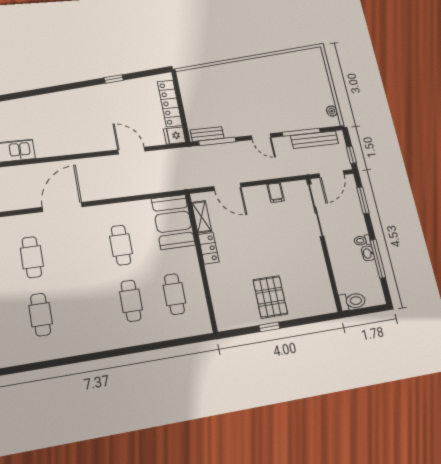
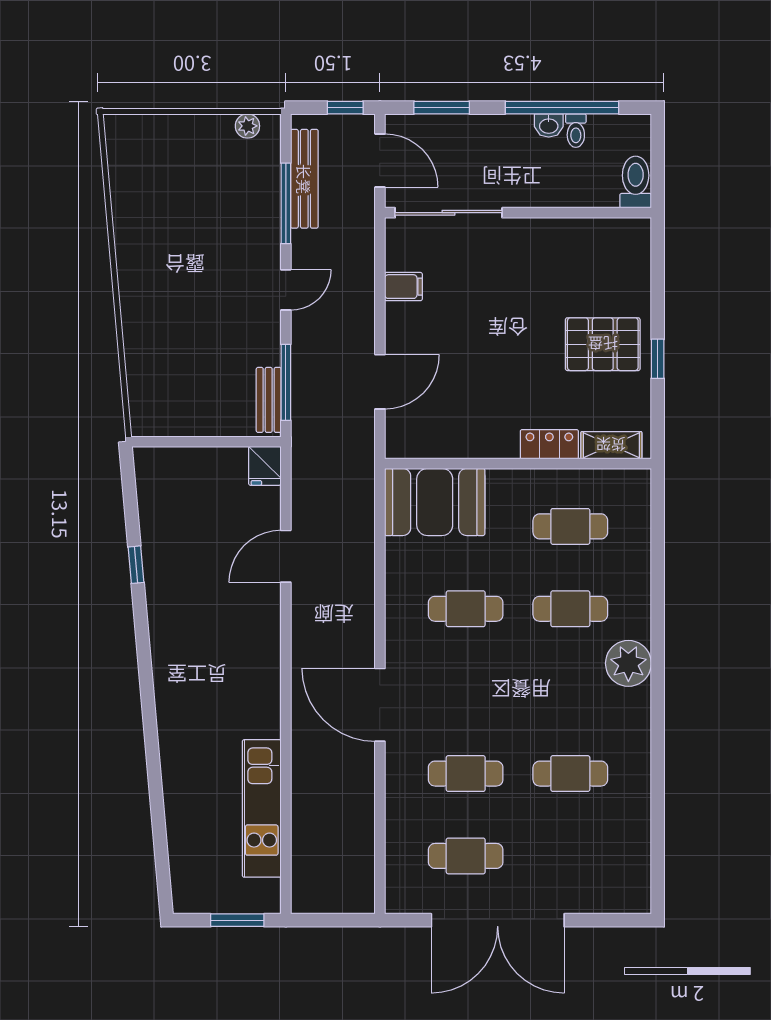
locker: (170, 103) -> (198, 462), removed
shelving: (202, 217) -> (611, 445), moved
toilet: (362, 240) -> (576, 131), moved
locker: (209, 248) -> (549, 444), moved
window: (378, 259) -> (562, 108), width x1.46
plant: (107, 337) -> (628, 663), added

